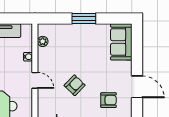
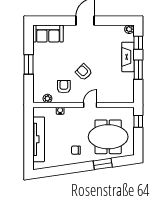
door: (35, 80) -> (90, 105), moved
armchair: (109, 100) -> (64, 87), moved

